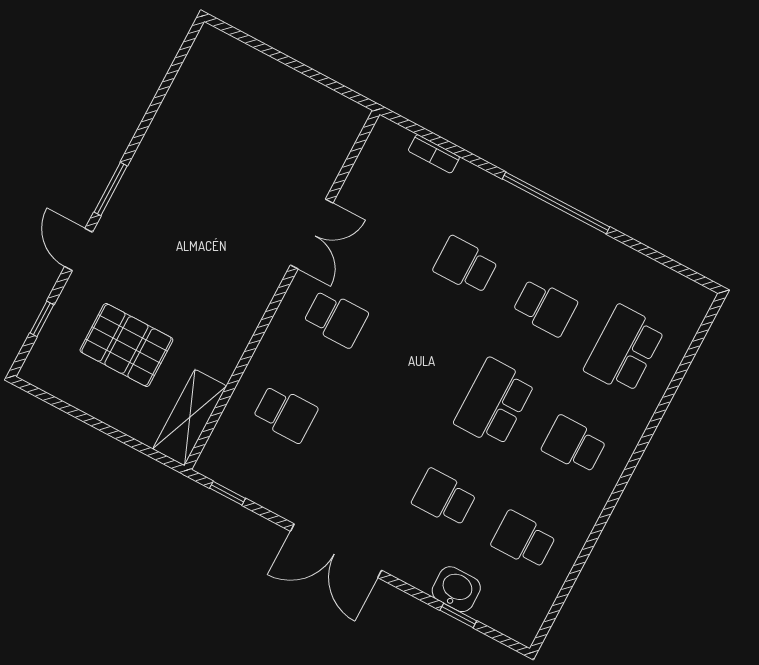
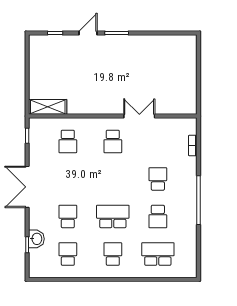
double door: (312, 234) -> (139, 116), swing flipped
pallet: (126, 345) -> (62, 69), removed

